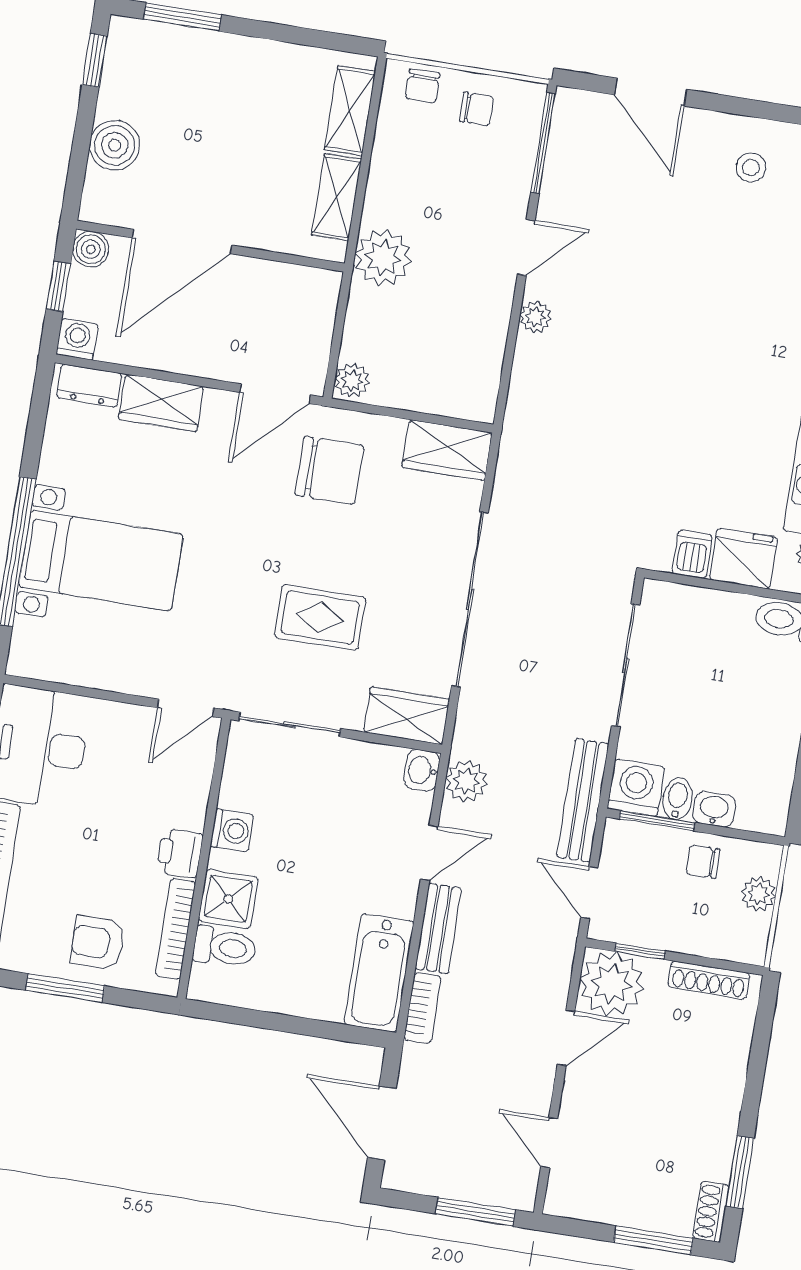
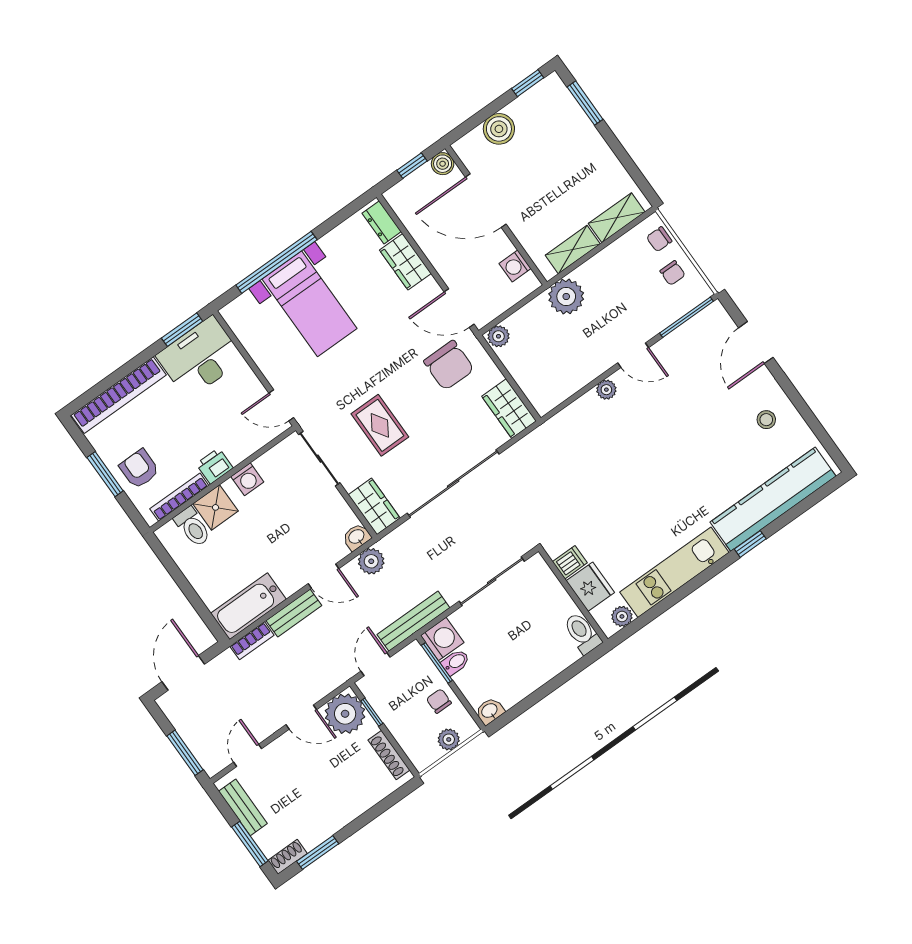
washing machine: (77, 339) -> (515, 266), moved, turned 180
washbasin: (714, 809) -> (490, 711), moved, turned -90
bench: (604, 1207) -> (243, 807), added

